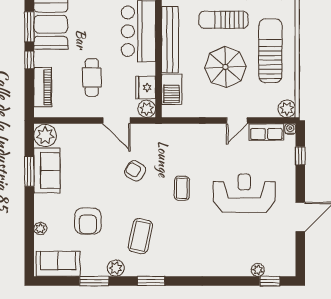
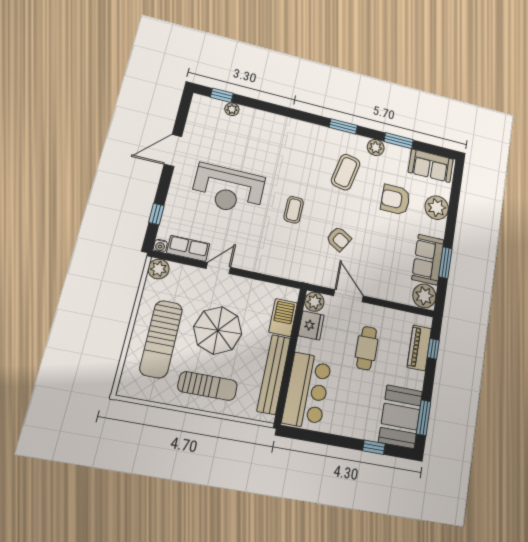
window: (29, 60) -> (433, 349), moved
armchair: (88, 221) -> (395, 200), turned -90
plant: (40, 229) -> (437, 208), width x1.88, depth x1.88

